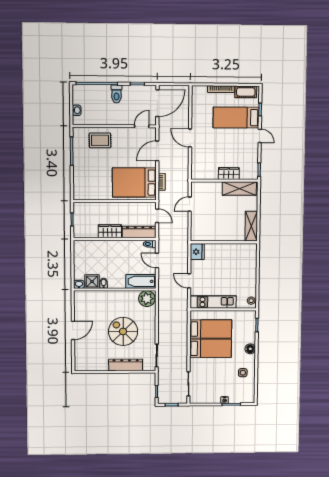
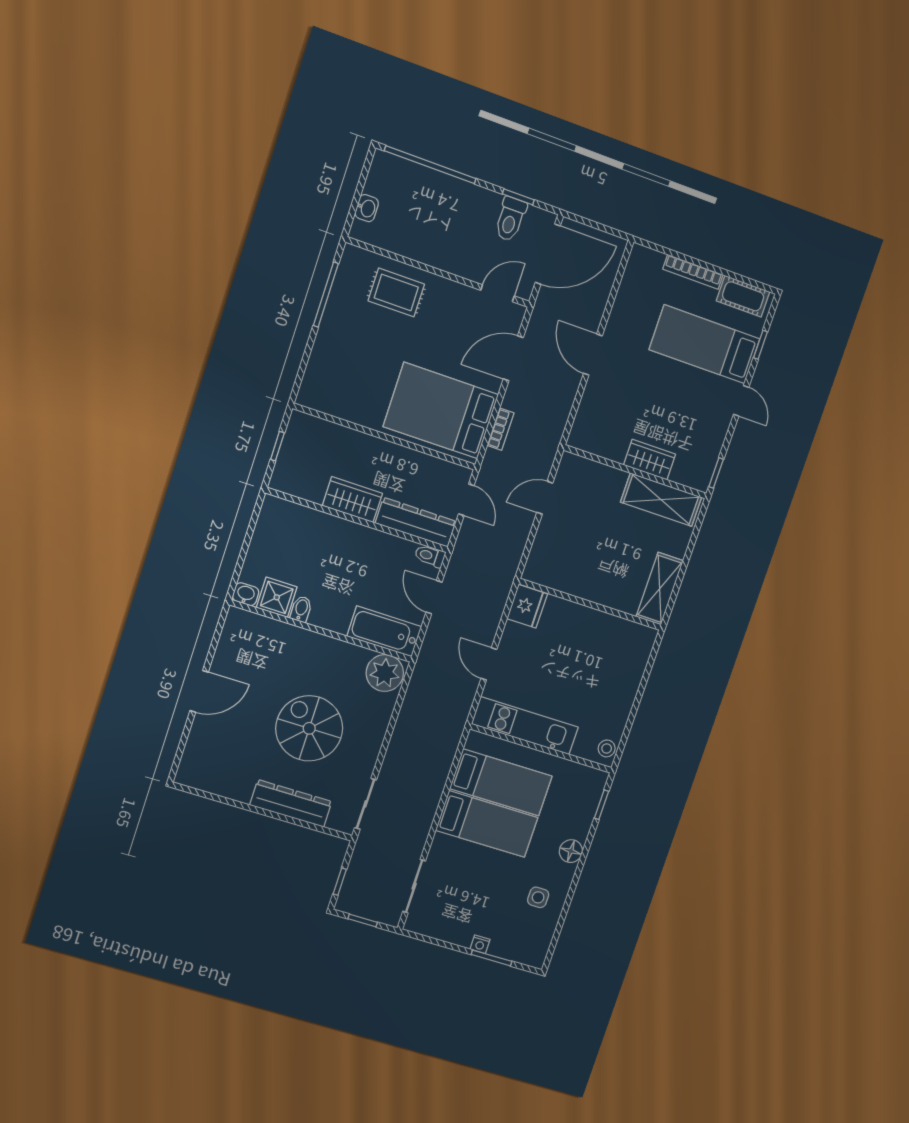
toilet: (117, 94) -> (510, 219), moved

